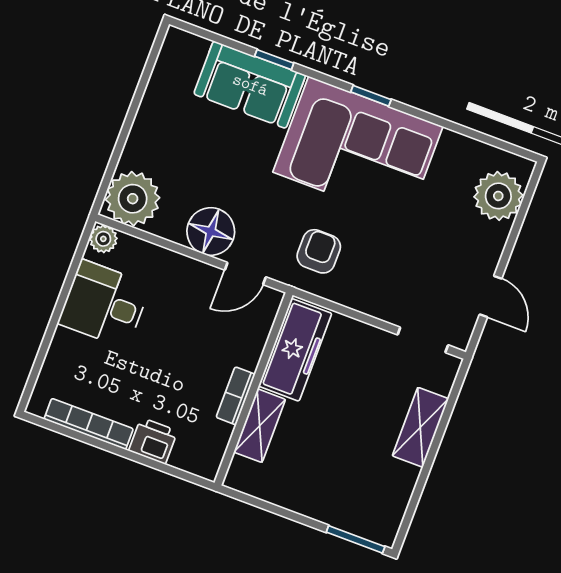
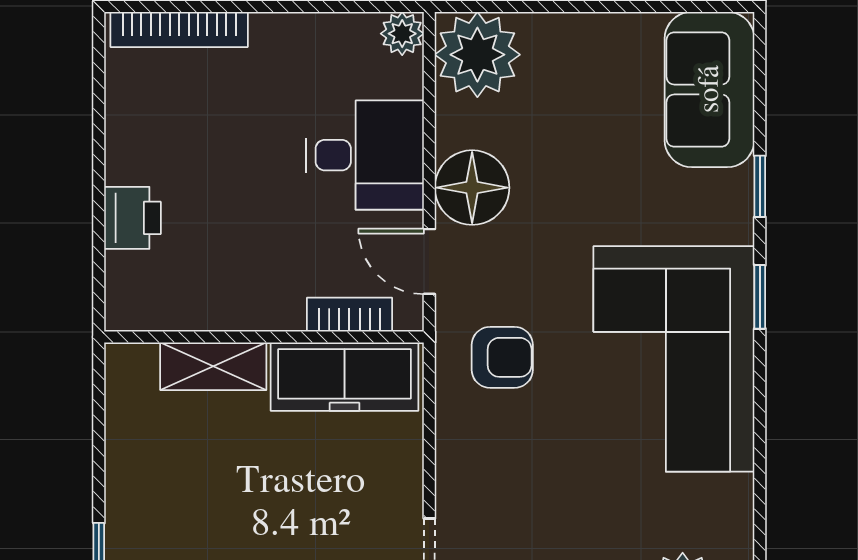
sofa: (250, 85) -> (710, 89), moved
window: (371, 96) -> (760, 297), moved
desk: (104, 304) -> (365, 155), moved, turned 90
bookcase: (236, 396) -> (349, 315), moved
bookcase: (89, 424) -> (179, 29), moved, turned 90

